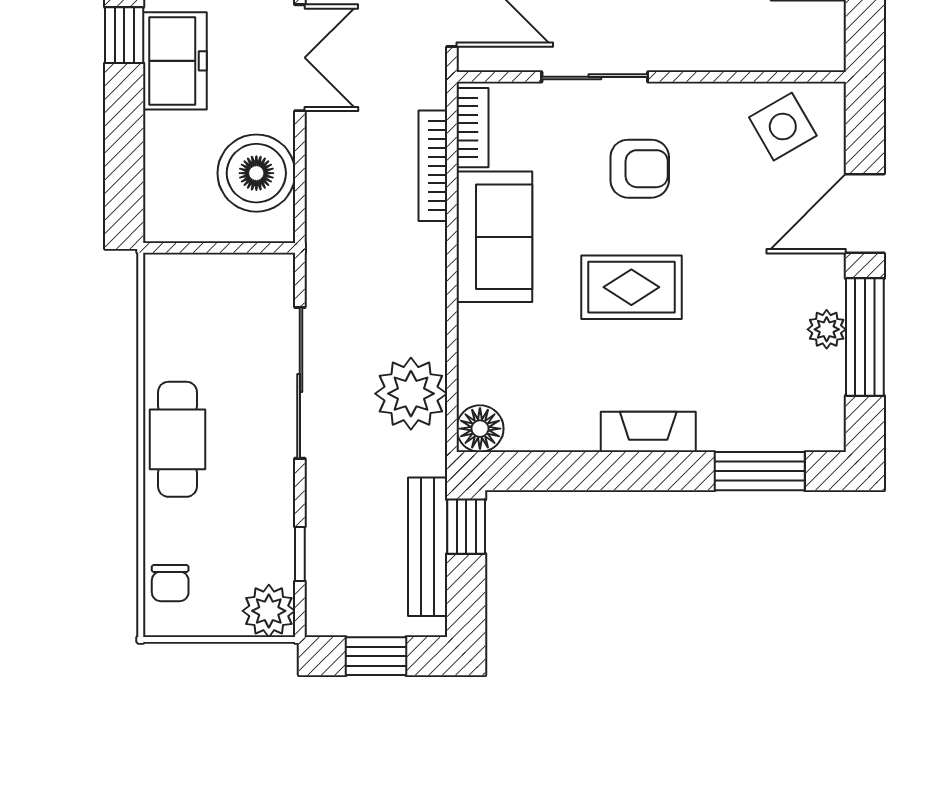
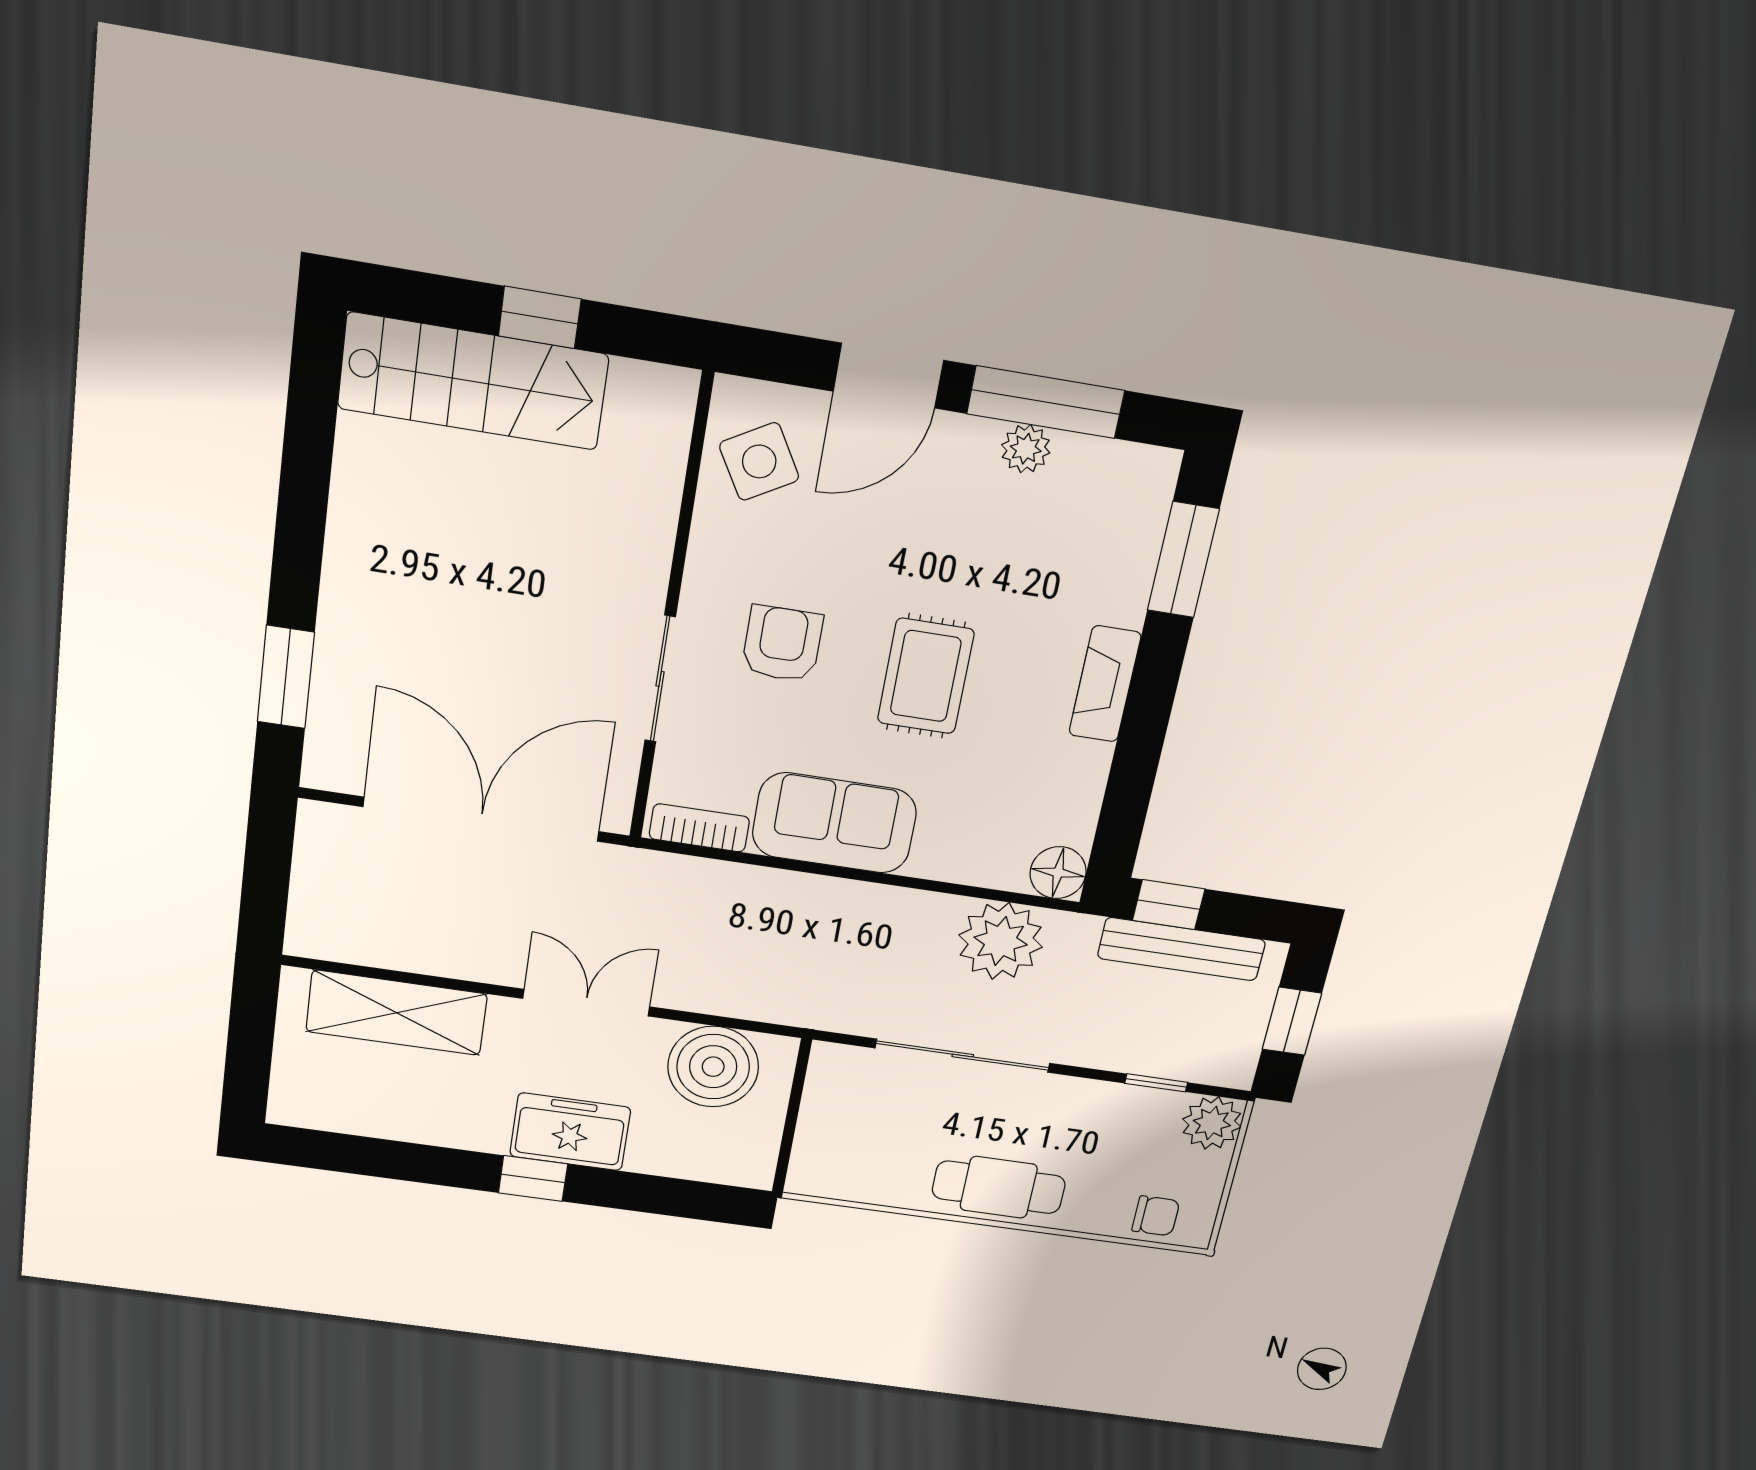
bookcase: (433, 166) -> (737, 878), removed
door: (865, 213) -> (888, 376), hinge flipped

